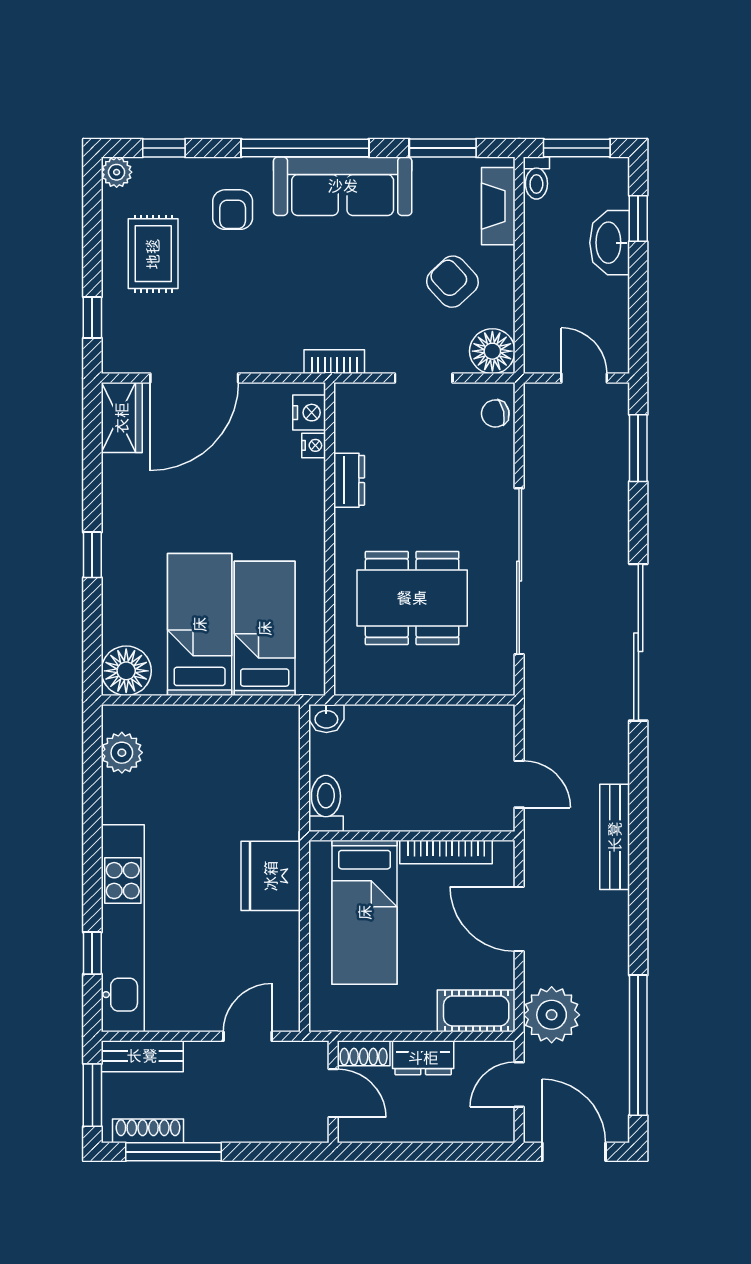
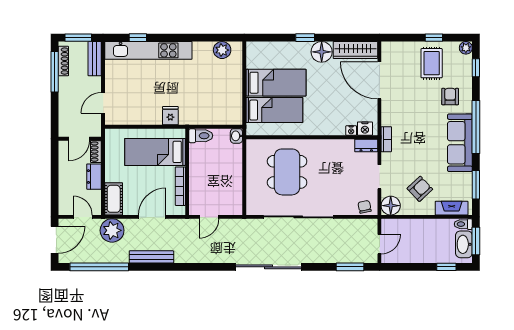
armchair: (233, 210) -> (450, 97), turned 90
washbasin: (610, 243) -> (464, 244), moved, turned -90
rug: (153, 254) -> (432, 63), turned 90
window: (92, 317) -> (434, 38), moved
wardrobe: (122, 418) -> (355, 50), width x1.50
dresser: (349, 480) -> (366, 145), moved
floor lamp: (126, 671) -> (322, 52), moved
bench: (615, 837) -> (151, 257), moved
fridge: (271, 876) -> (170, 116), width x0.53, depth x0.75
door: (248, 1036) -> (103, 103), swing flipped

